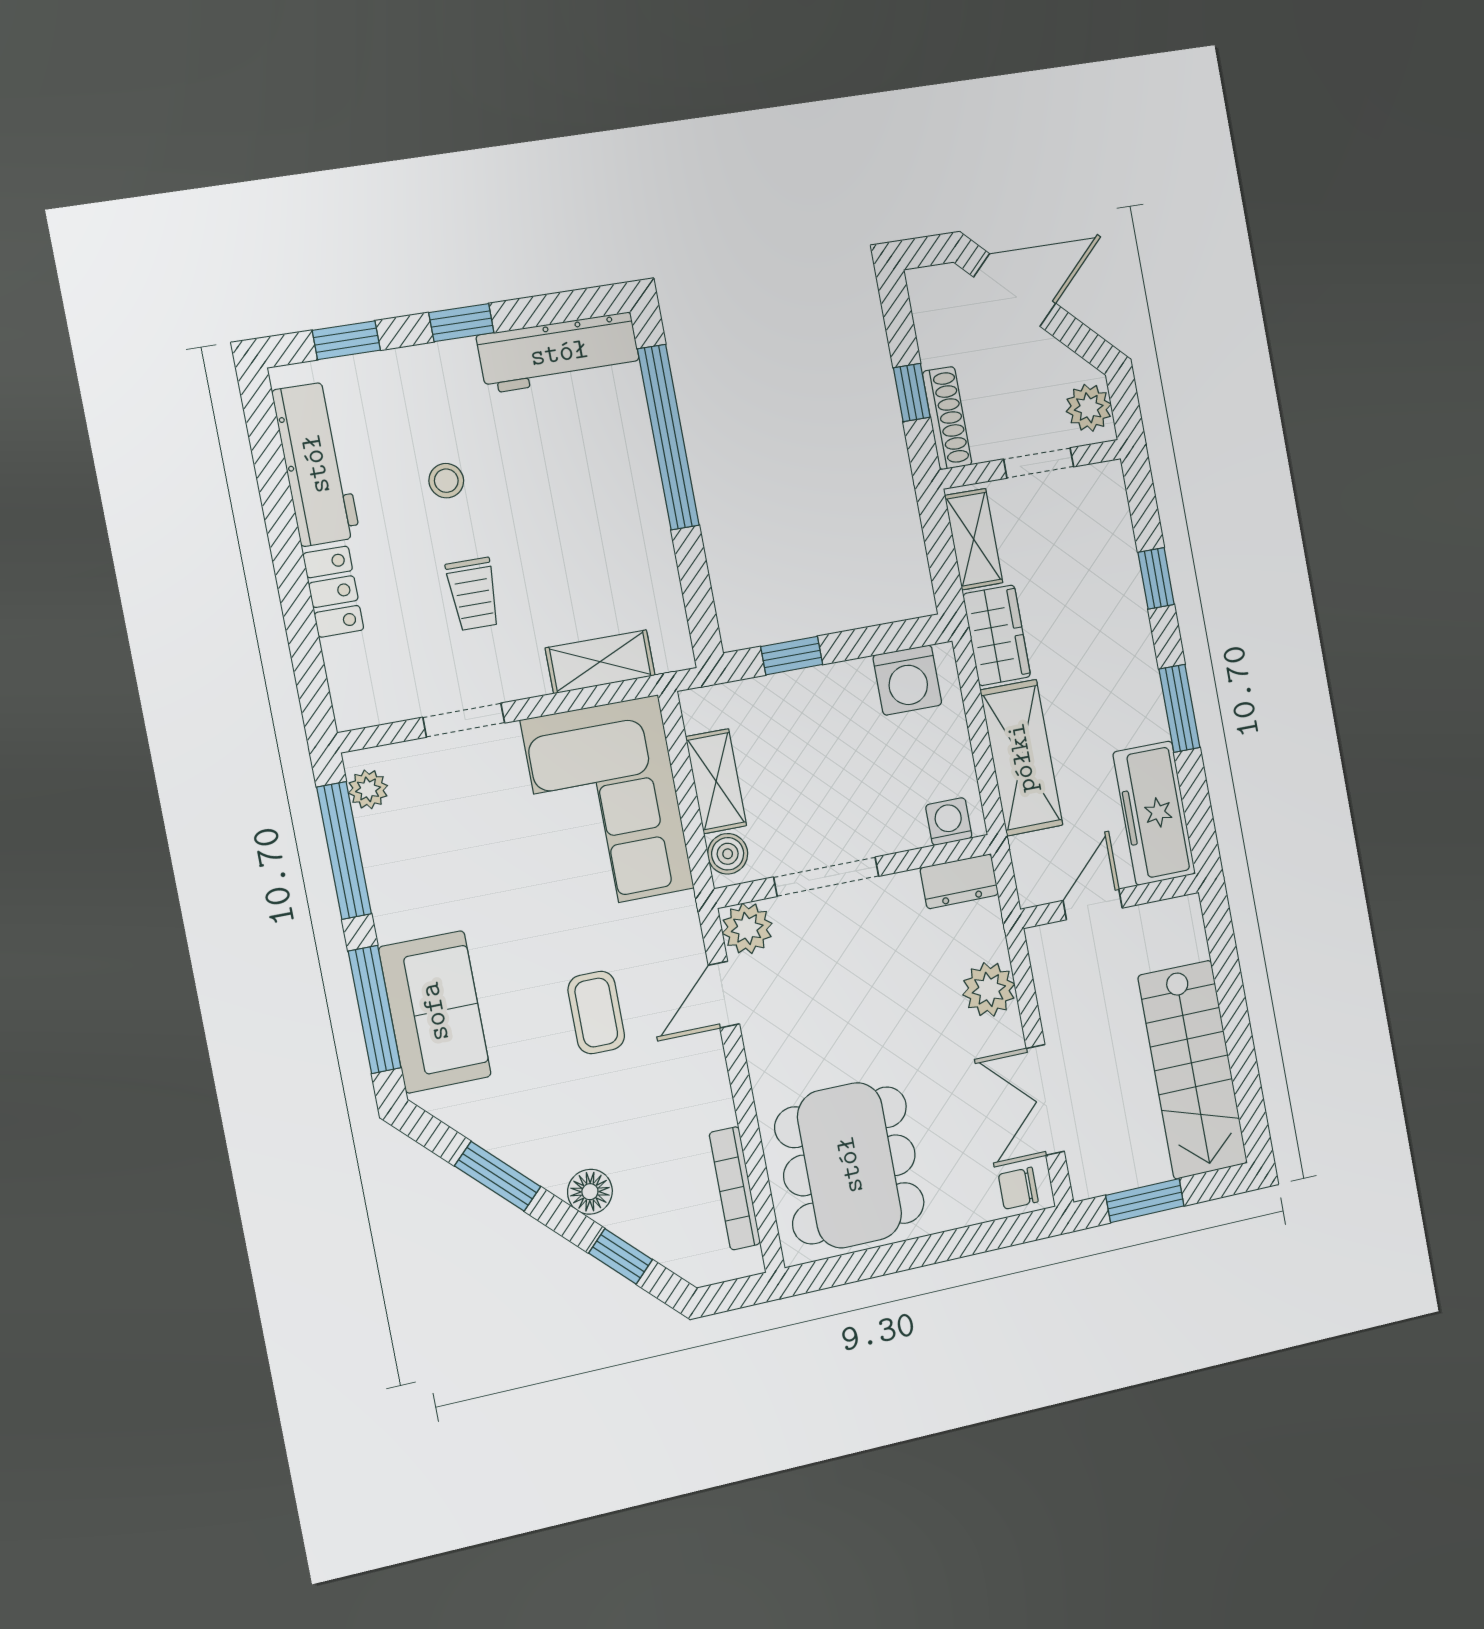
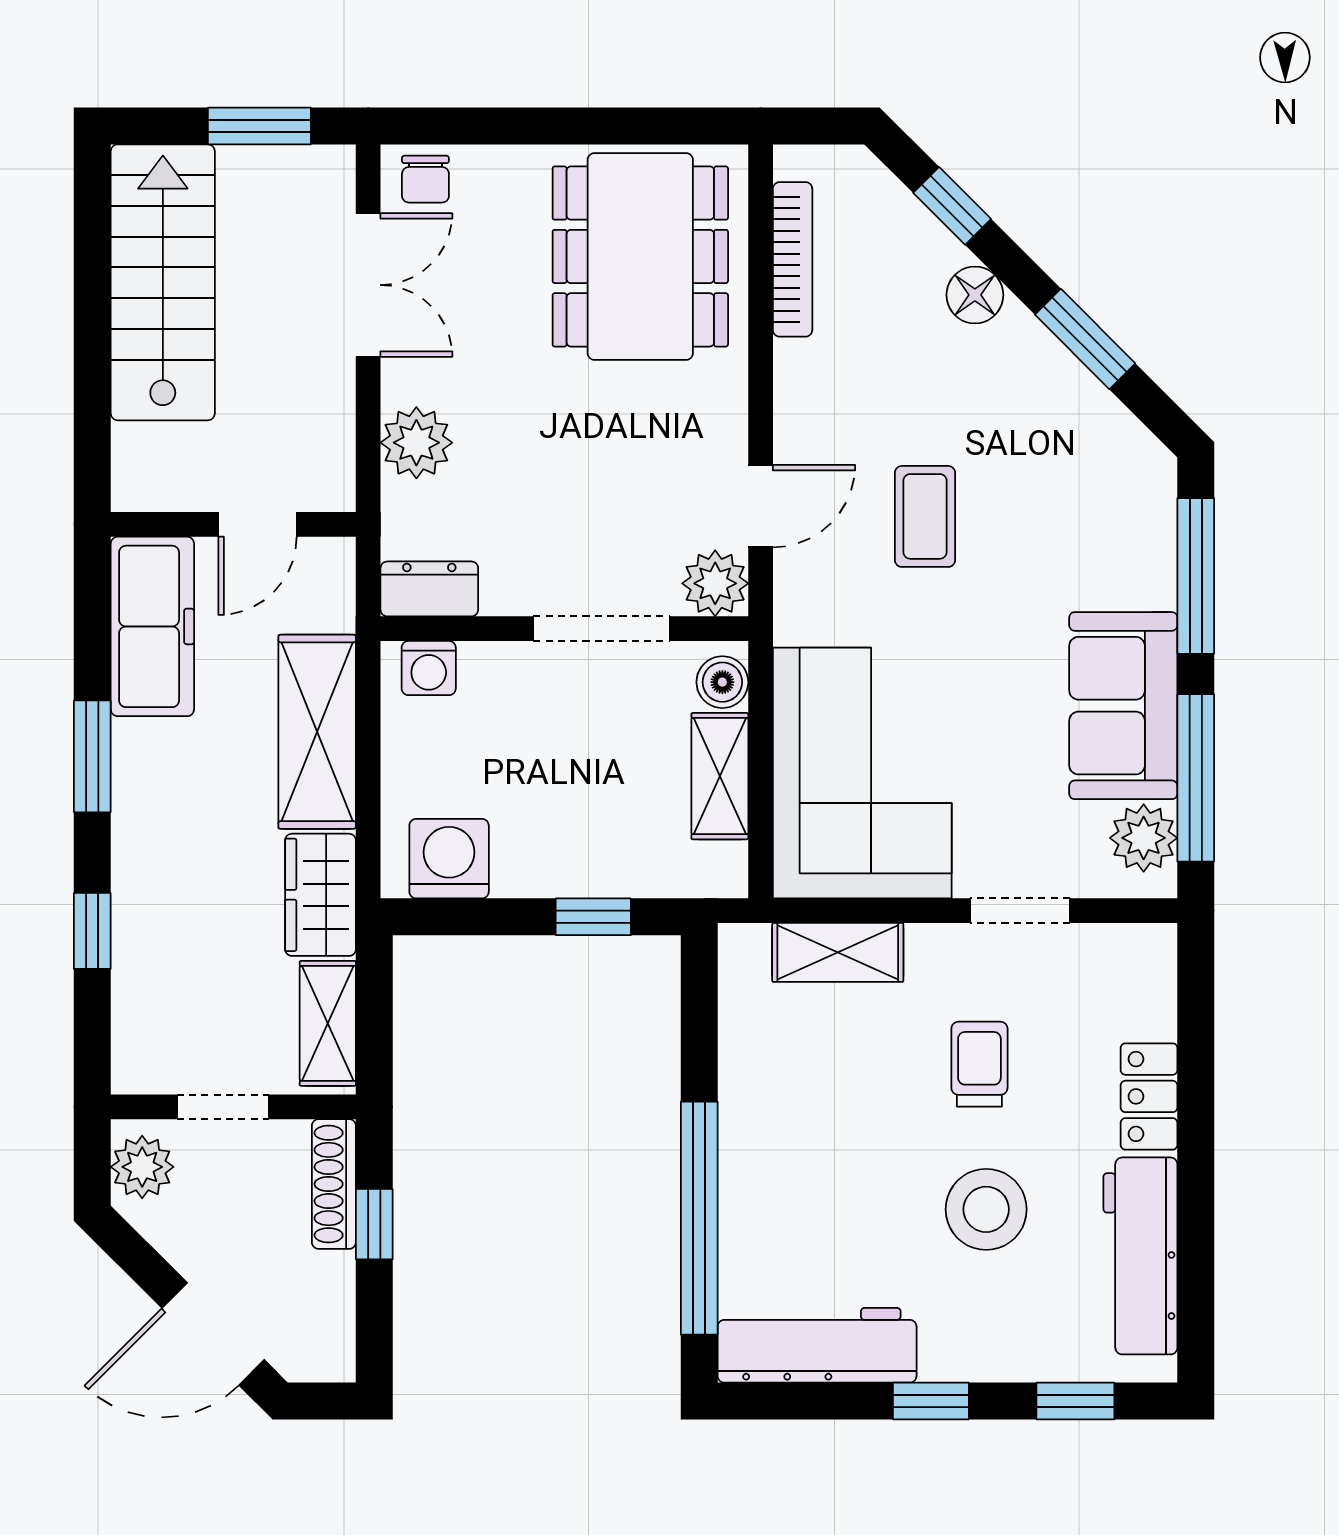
stool: (446, 481) -> (986, 1209), width x1.89, depth x1.89
plant: (368, 789) -> (1144, 838), width x1.38, depth x1.38
sofa: (435, 1012) -> (1123, 706), moved
chair: (1018, 1188) -> (425, 179), turned 90

